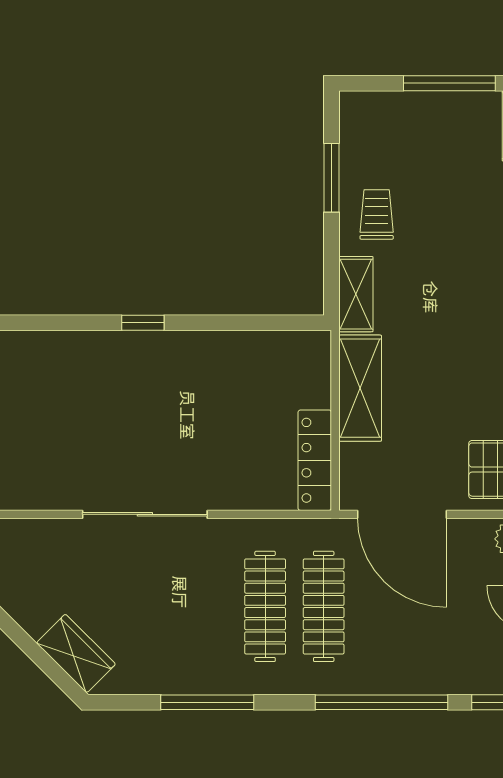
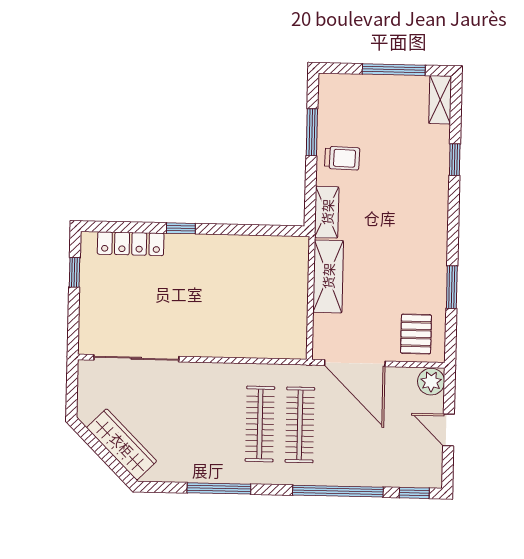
trolley: (377, 214) -> (342, 158), turned 92
locker: (315, 460) -> (131, 244), moved, turned -90
sliding door: (145, 514) -> (136, 358), moved
wardrobe: (76, 654) -> (122, 444), width x1.50

